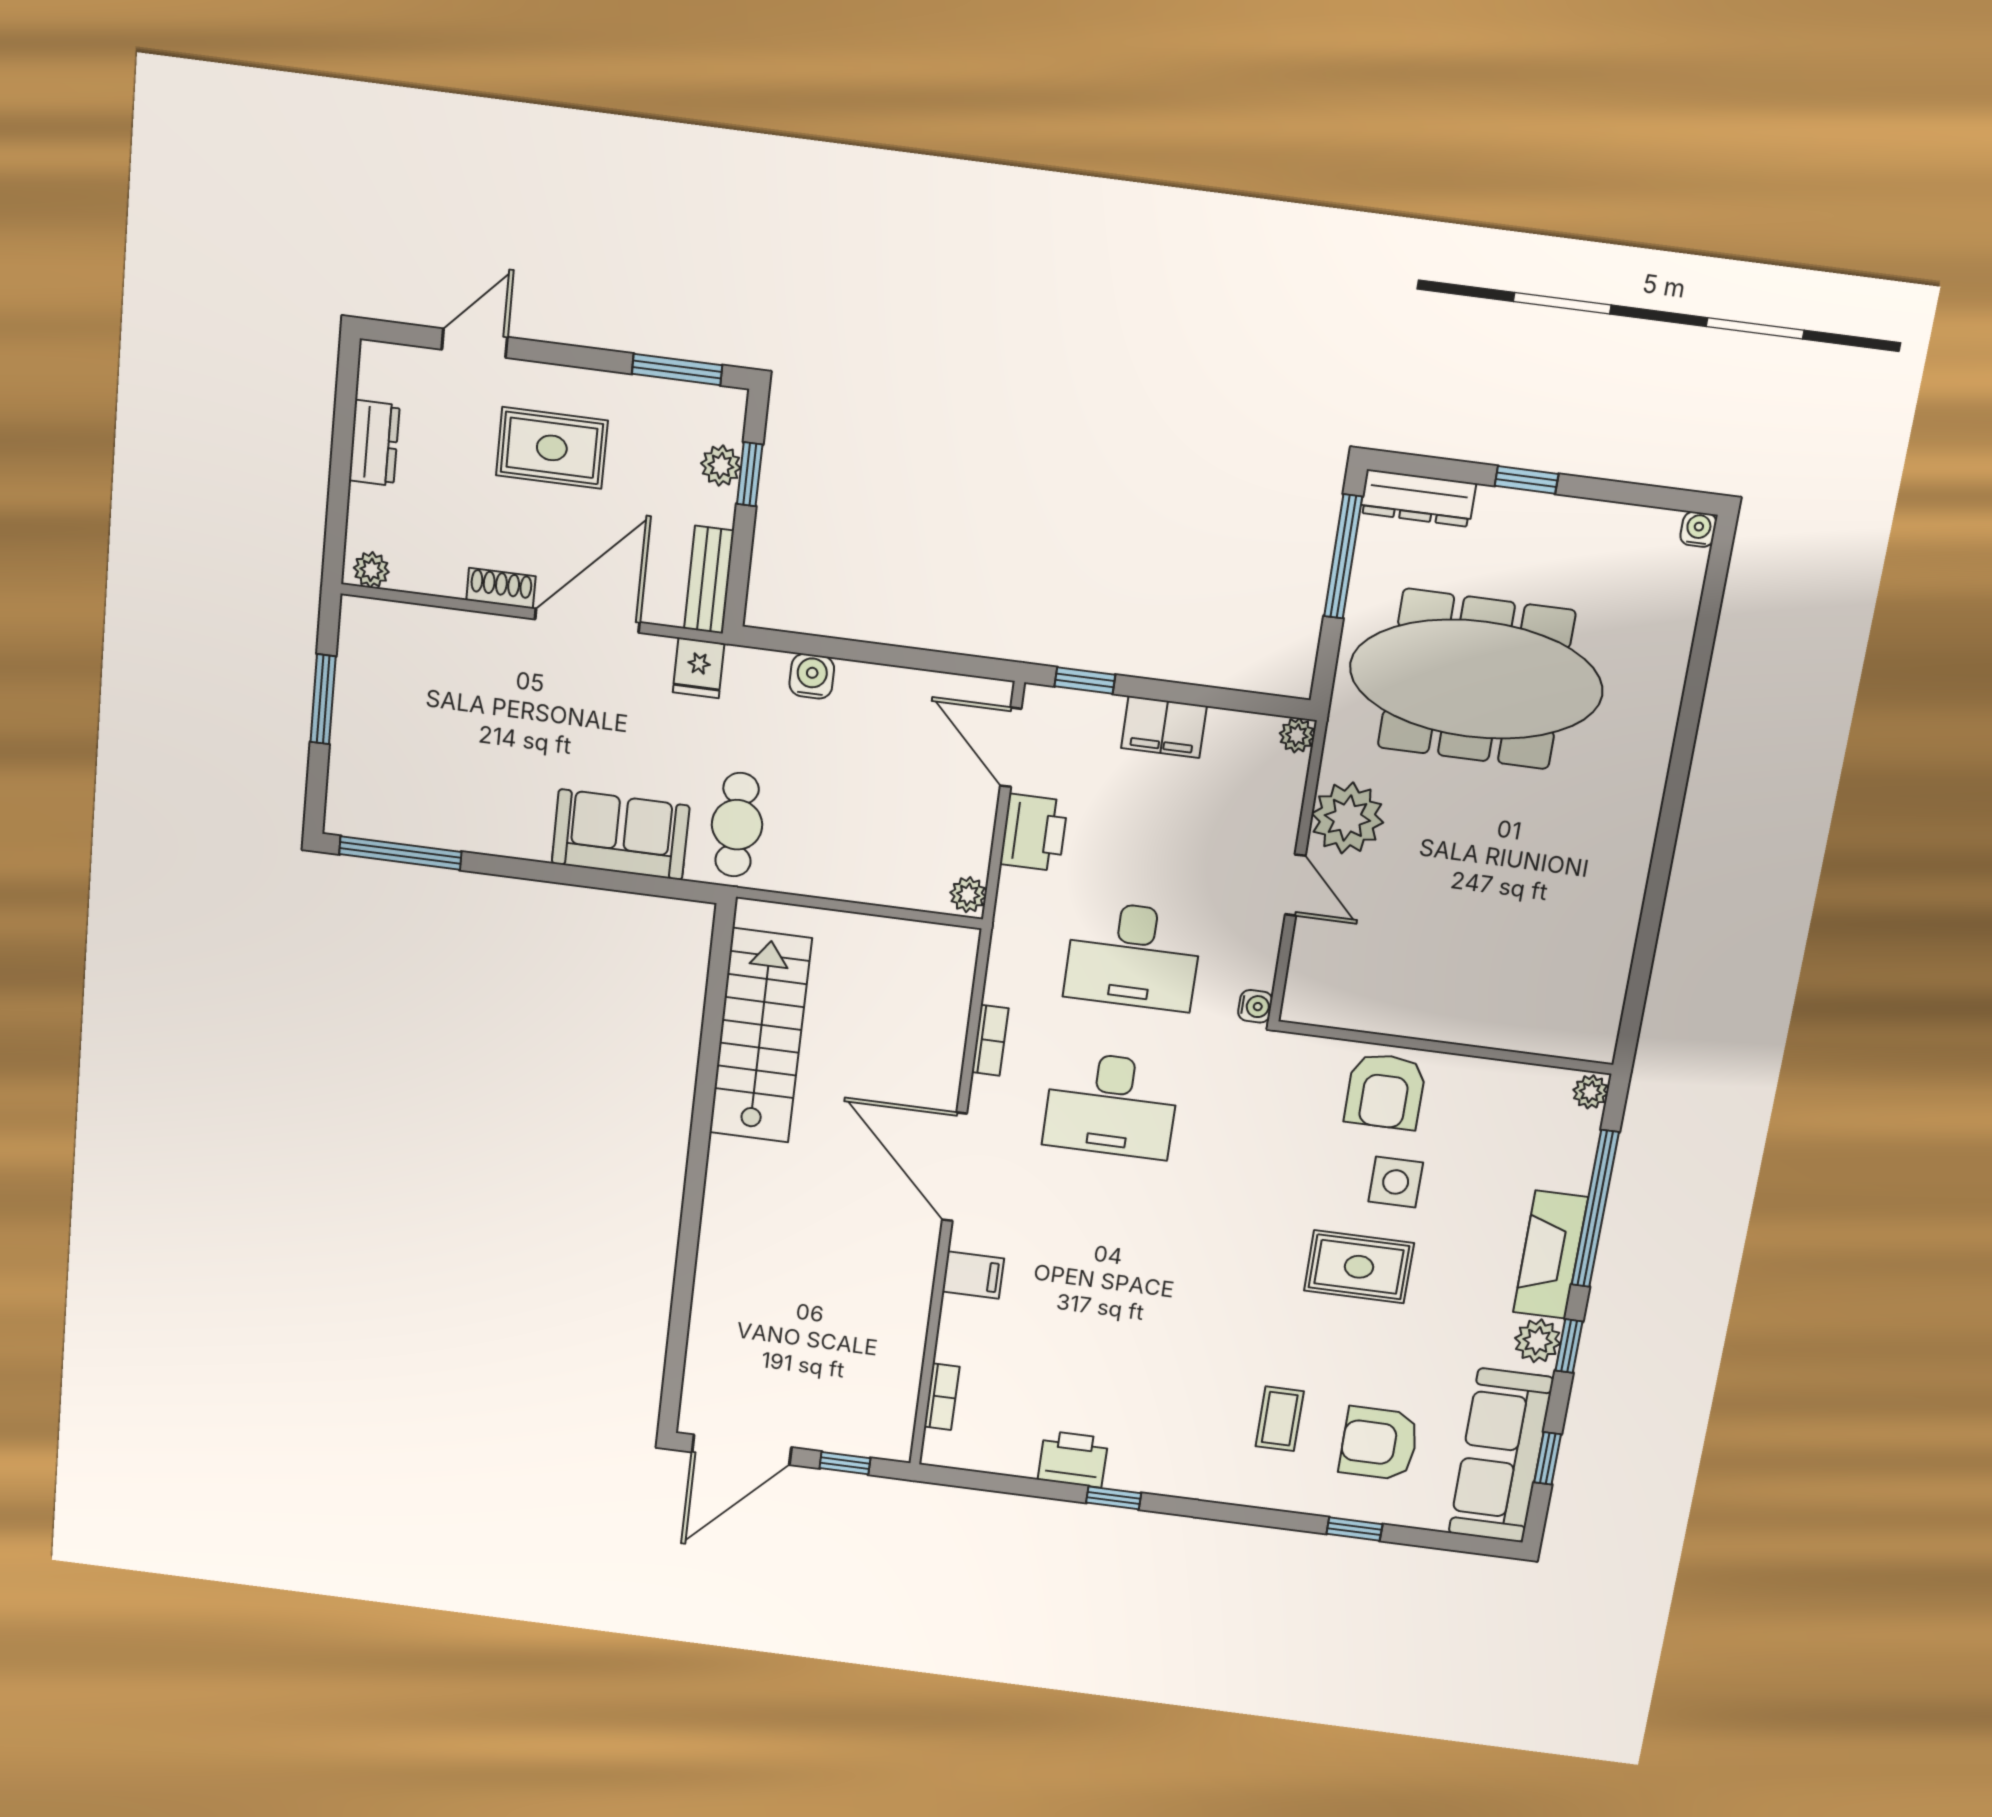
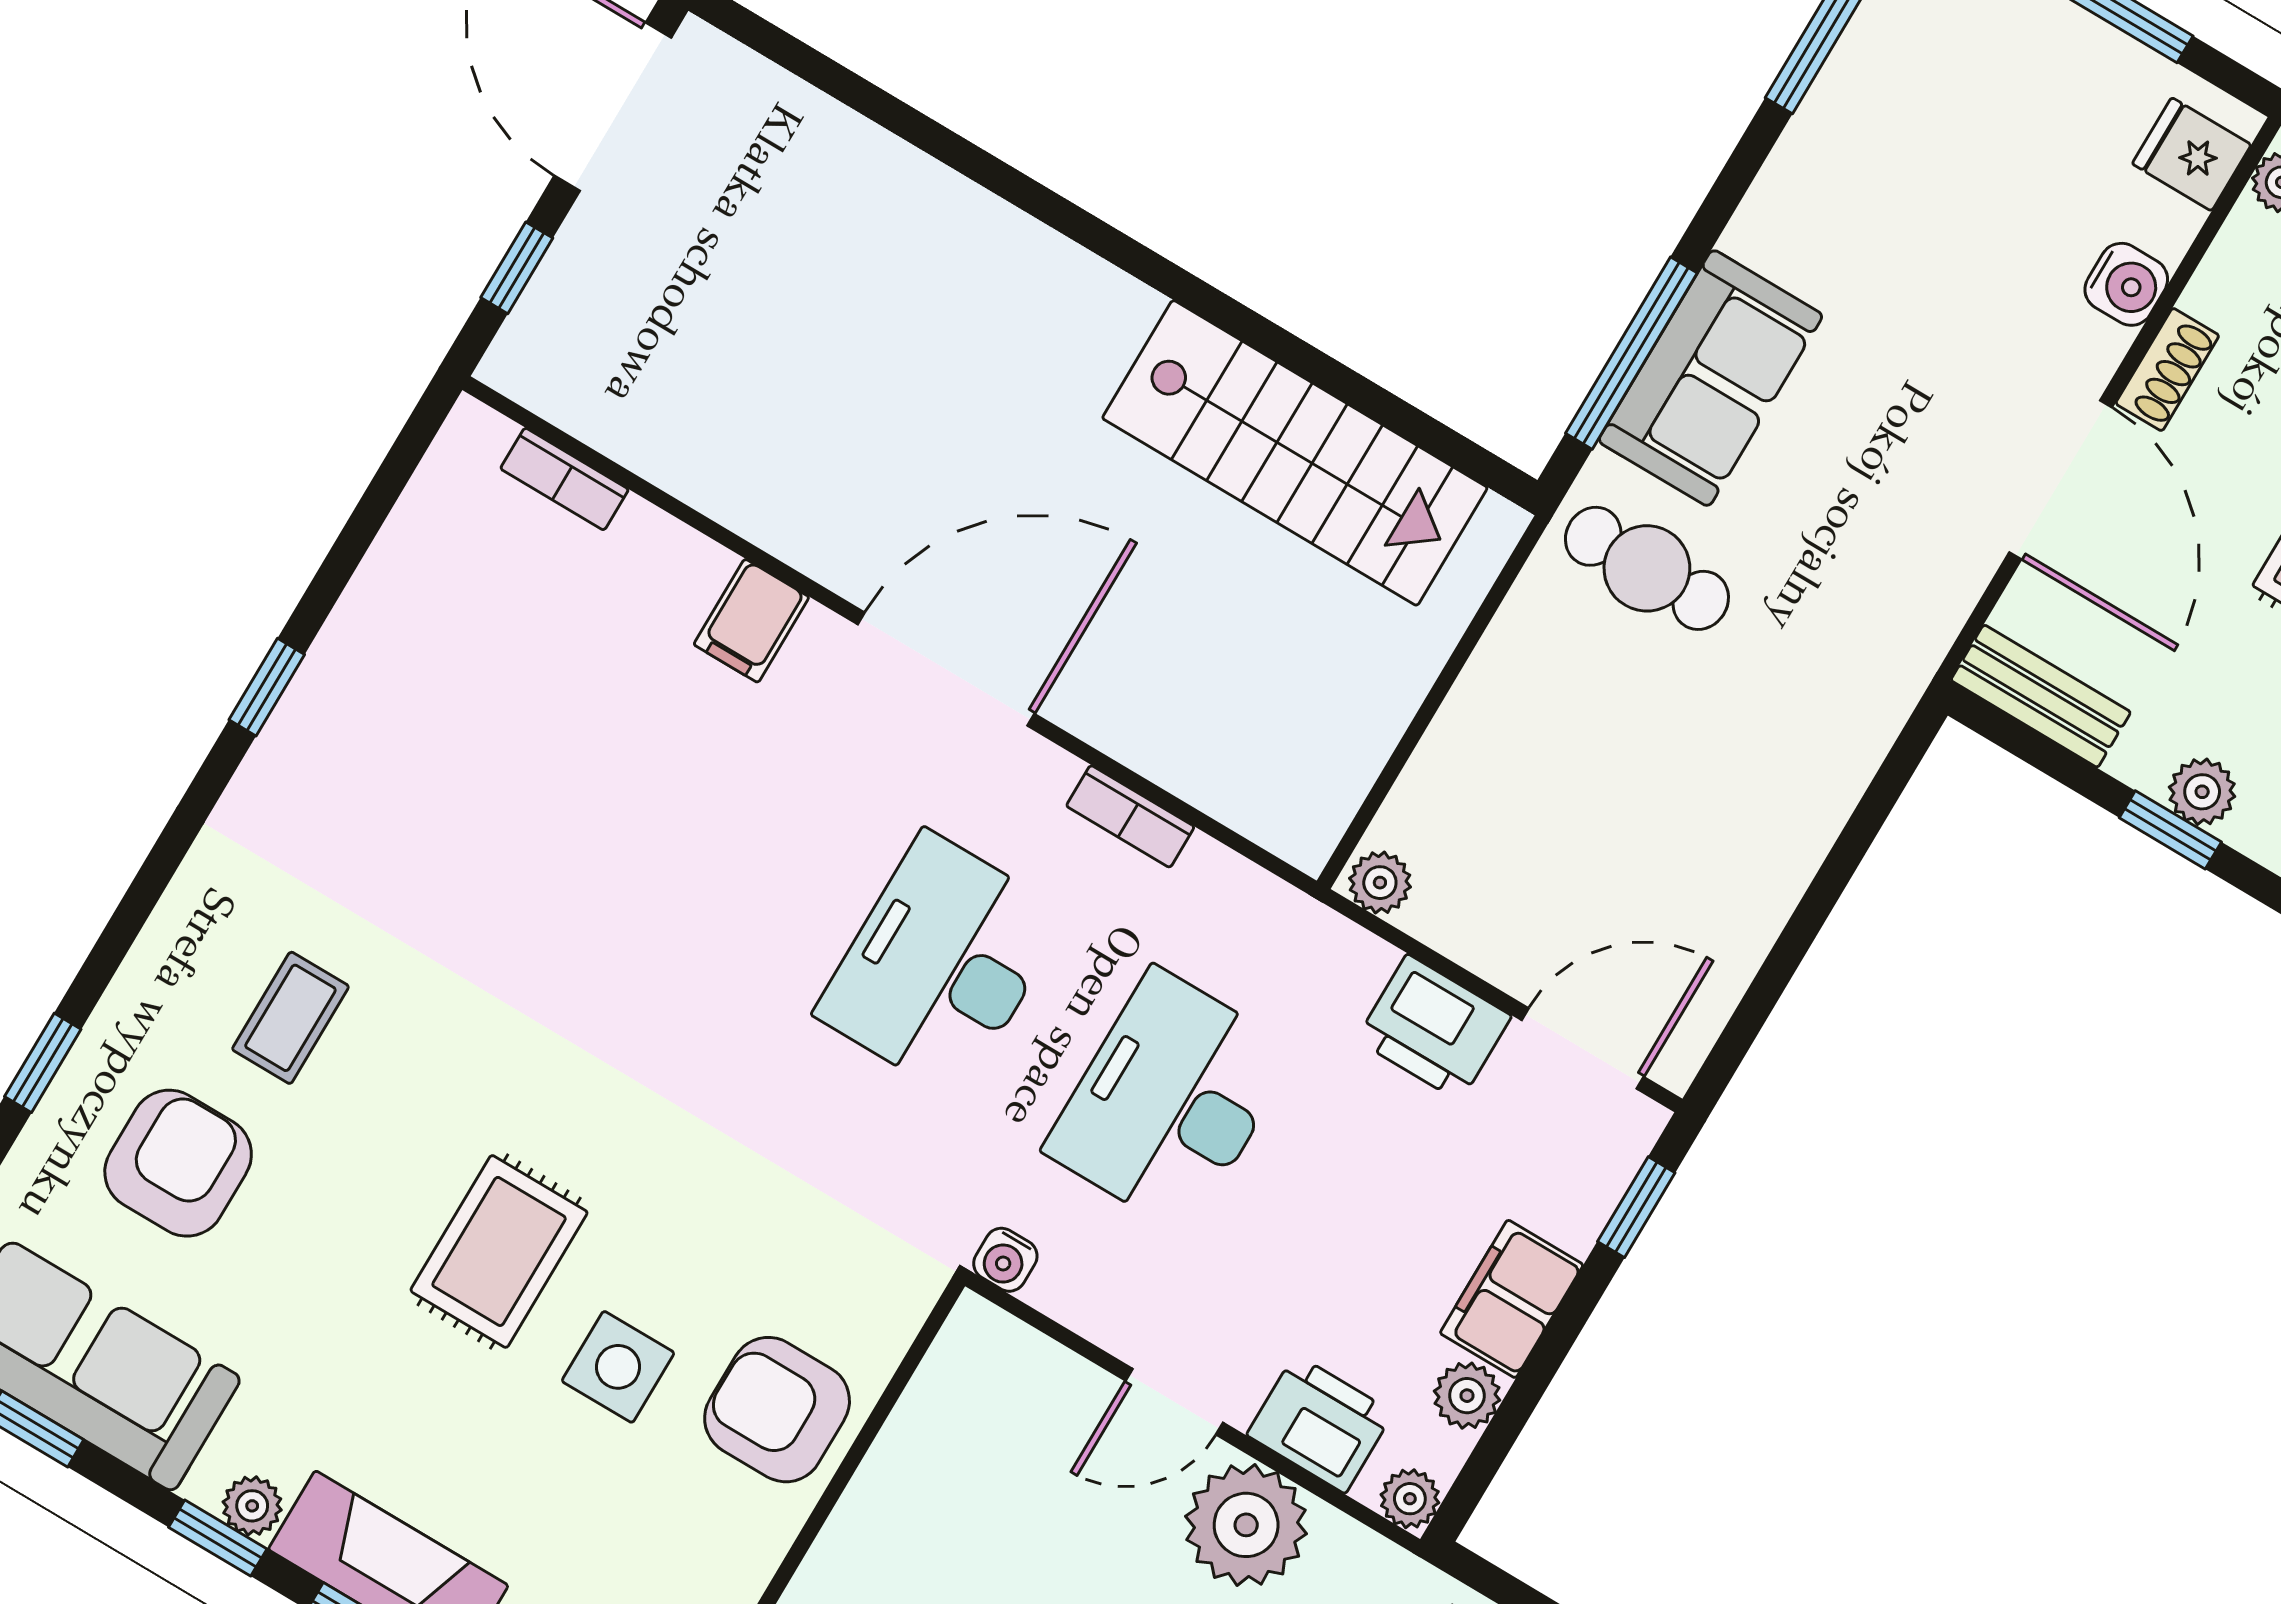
fridge: (699, 668) -> (2192, 154), moved
water cooler: (812, 676) -> (2126, 284), moved
plant: (1227, 729) -> (1467, 1396), added
window: (627, 882) -> (1631, 353), added
plant: (1538, 1341) -> (252, 1506), width x0.73, depth x0.73
coffee table: (1280, 1419) -> (290, 1018), turned 90
printer: (1073, 1459) -> (1320, 1424), moved, turned -90

